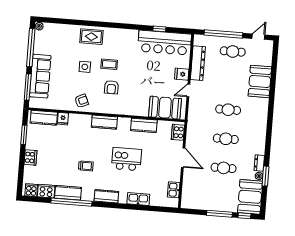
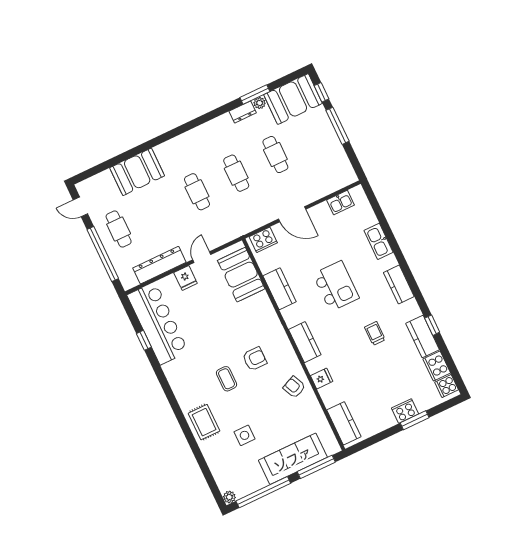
side table: (85, 67) -> (245, 435), moved
door: (188, 91) -> (202, 257), swing flipped
fridge: (63, 119) -> (322, 378), moved
window: (24, 135) -> (415, 420), moved
door: (183, 158) -> (292, 214), swing flipped
kitchen island: (127, 159) -> (336, 286), turned 180
window: (71, 202) -> (432, 325), width x0.32

